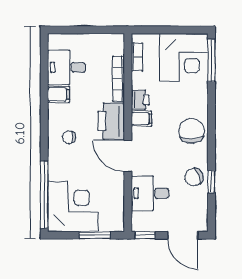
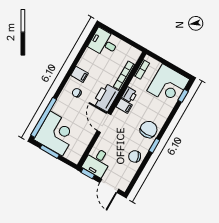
window: (211, 60) -> (183, 96), width x0.46
desk: (67, 67) -> (104, 43), moved
filing cabinet: (59, 94) -> (79, 74), moved
window: (211, 182) -> (154, 146), moved
desk: (150, 193) -> (97, 162), moved, turned -90
window: (95, 235) -> (50, 152), moved

